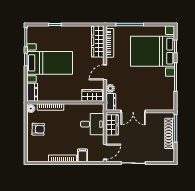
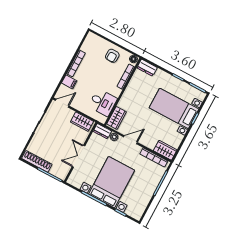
wardrobe: (98, 41) -> (165, 150), width x0.67
bed with nightstands: (152, 51) -> (112, 182), moved
bed with nightstands: (50, 63) -> (174, 108), moved, turned 90
door: (105, 72) -> (130, 140), hinge flipped
double door: (133, 111) -> (78, 156), moved
desk: (92, 124) -> (103, 103), moved, turned -90
shoe rack: (170, 133) -> (37, 161), moved
door: (105, 152) -> (62, 103), swing flipped

